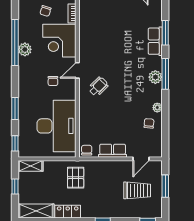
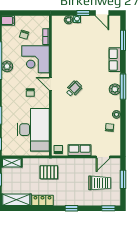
window: (165, 33) -> (123, 40), moved
door: (77, 70) -> (50, 84), hinge flipped
wheelchair: (98, 87) -> (74, 89), moved
pallet: (76, 178) -> (49, 172), turned 90

